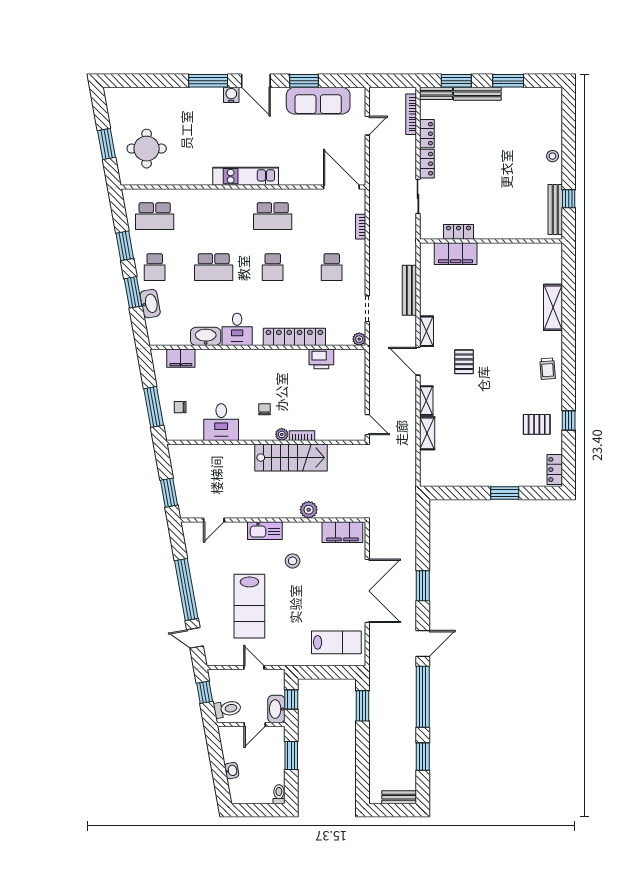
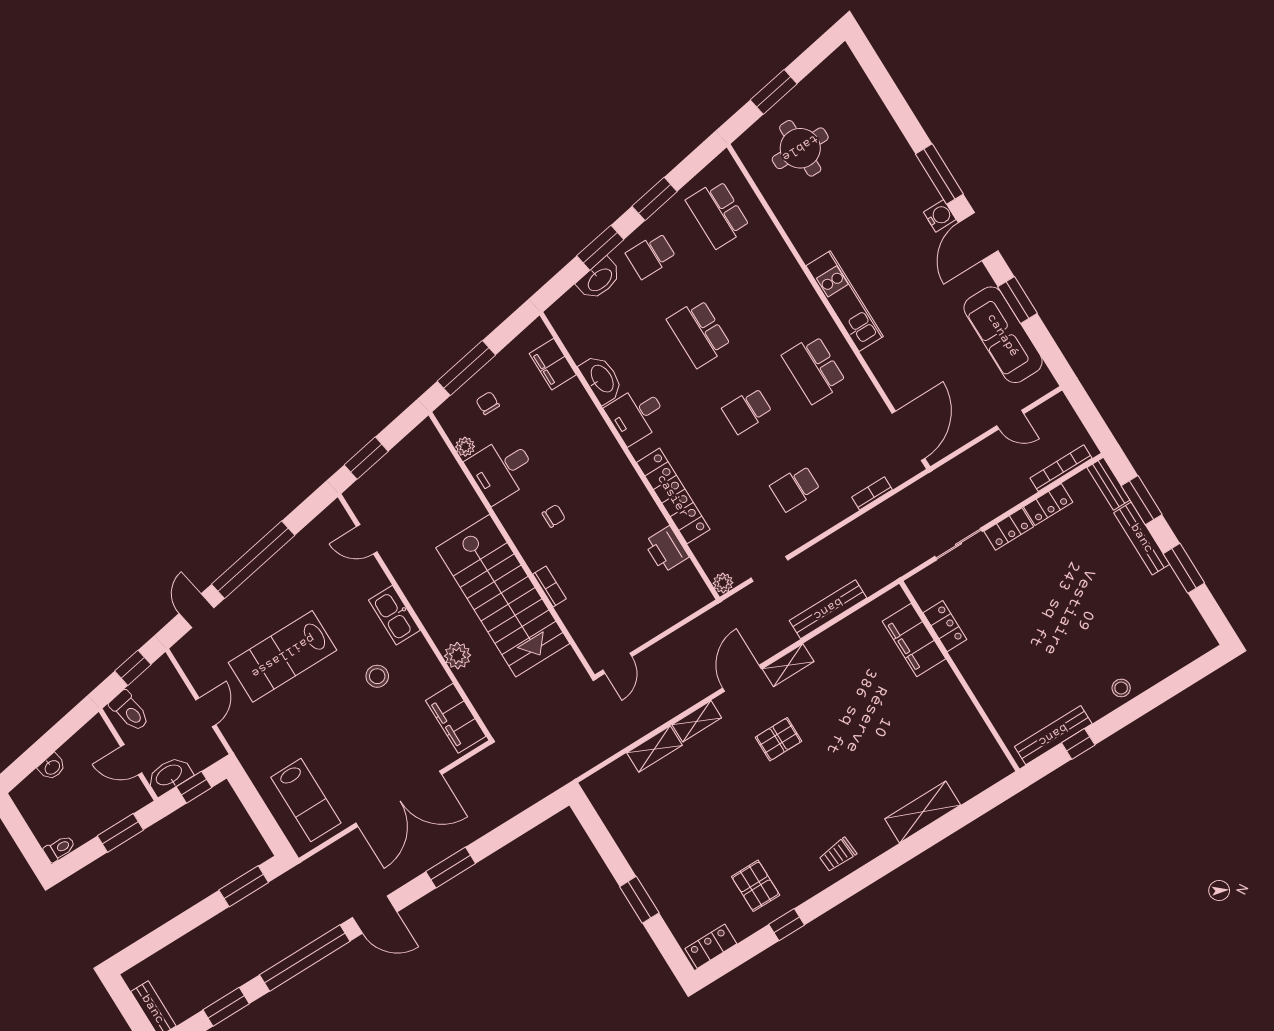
plant: (282, 434) -> (465, 447), moved
stairs: (291, 458) -> (503, 596), width x1.36, depth x1.51

